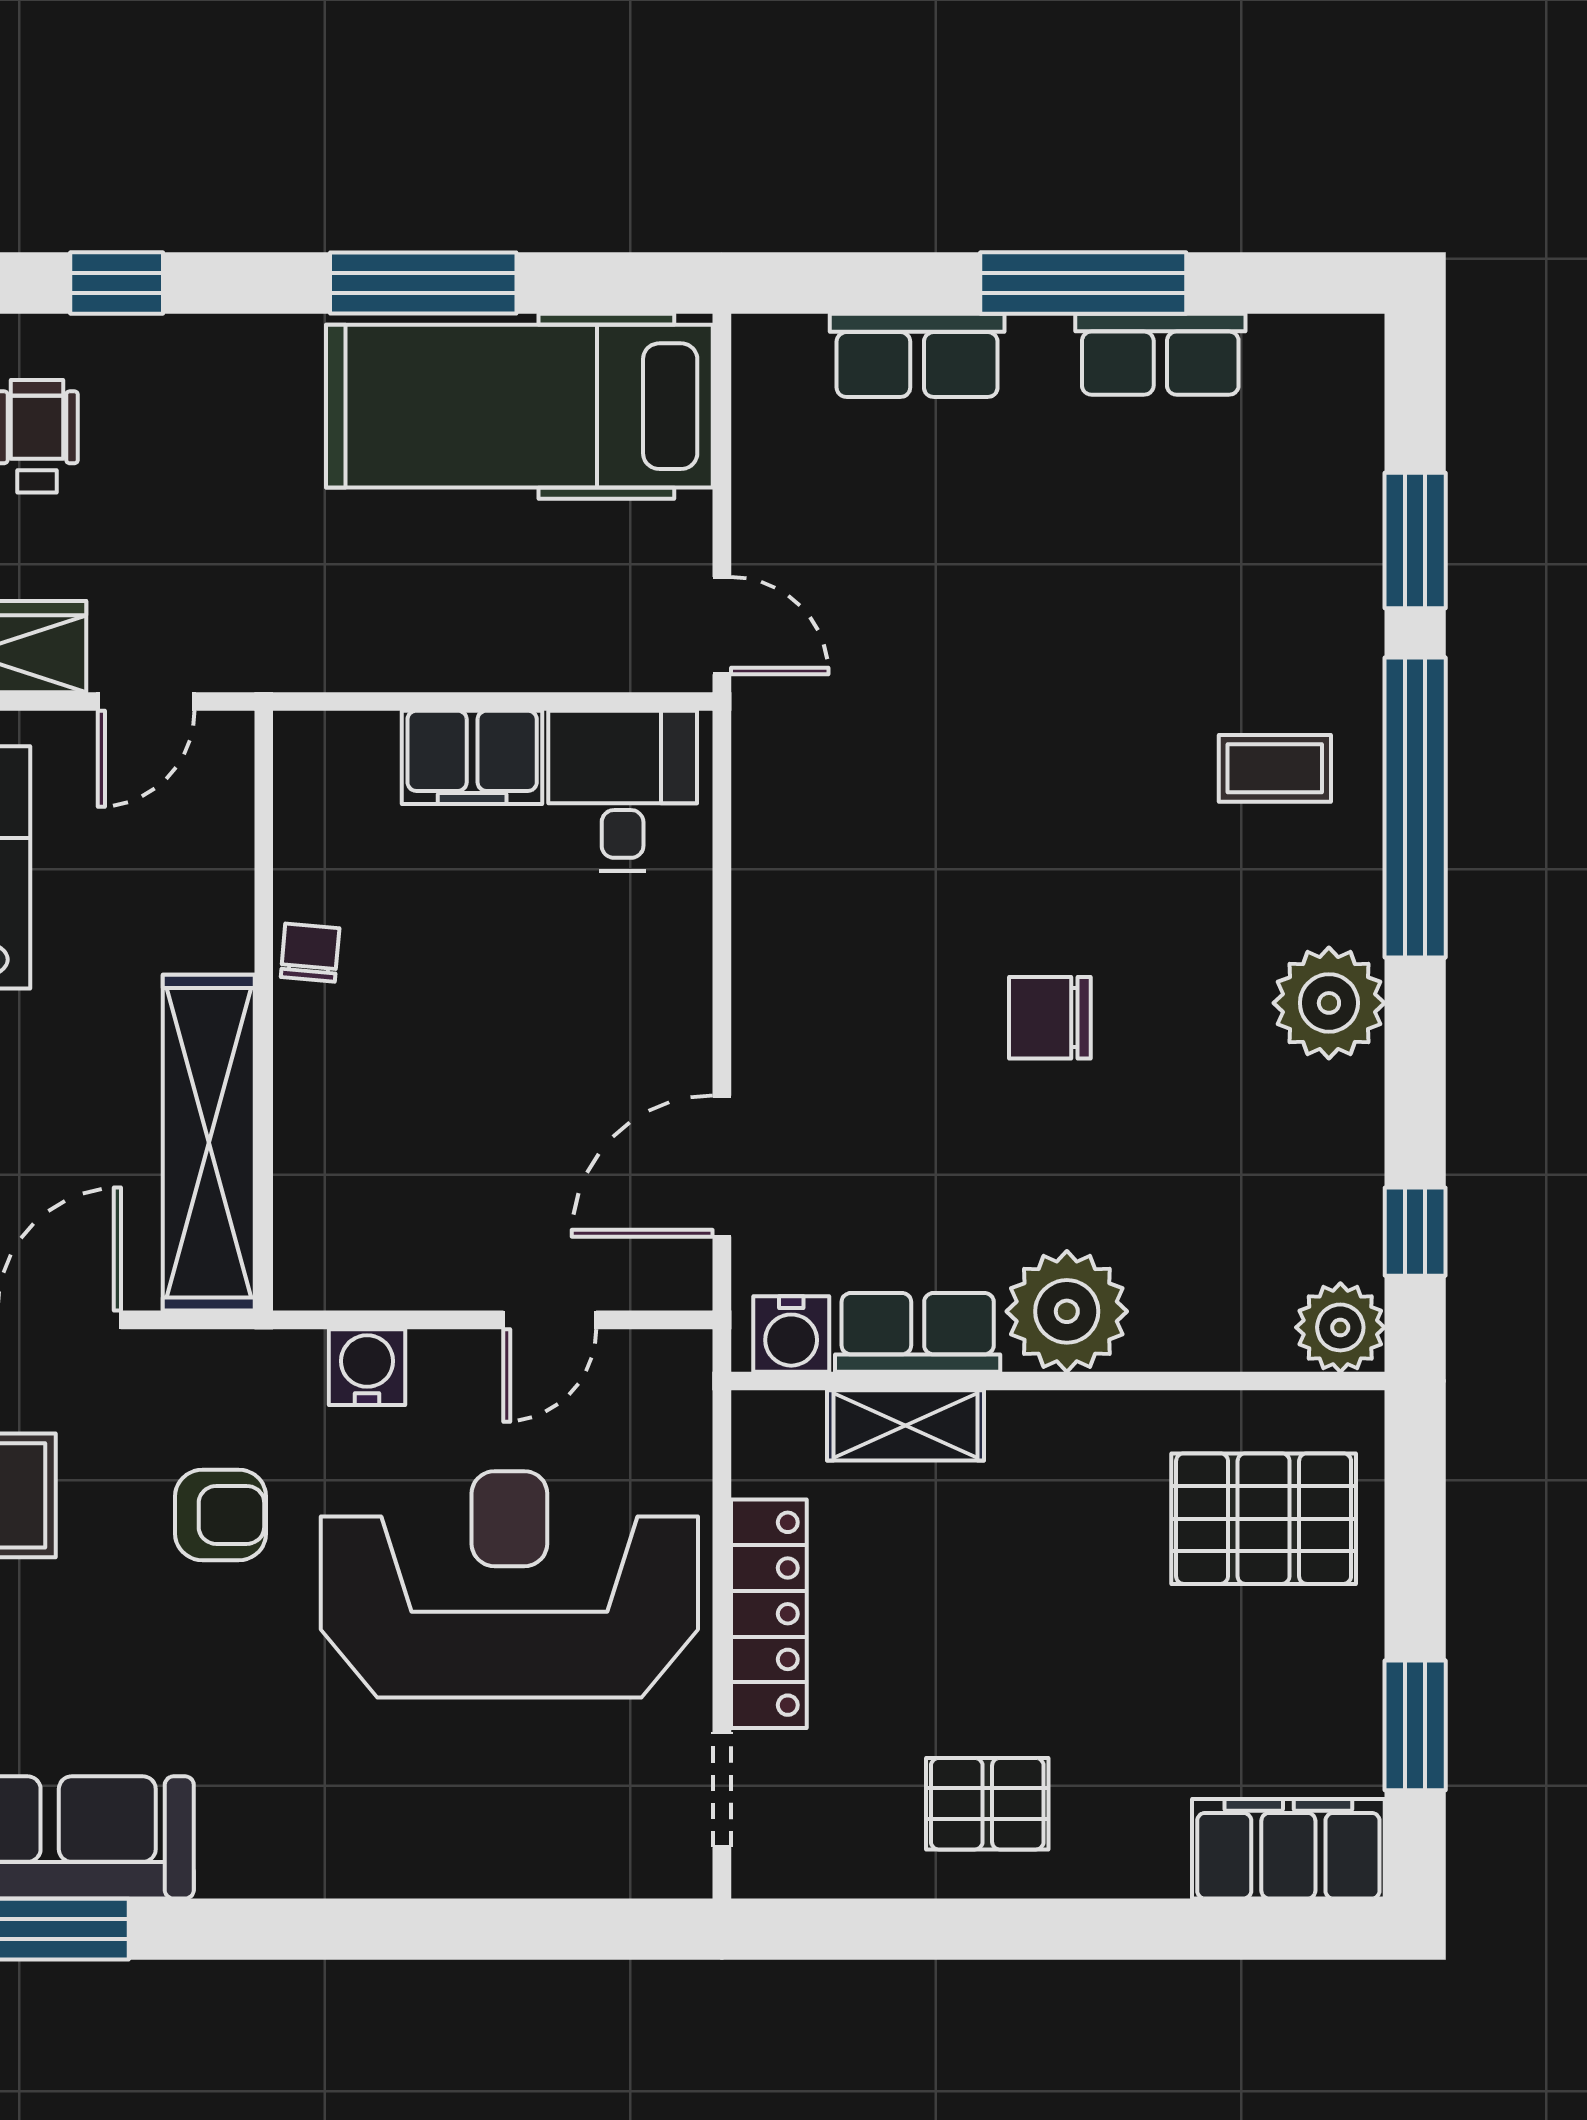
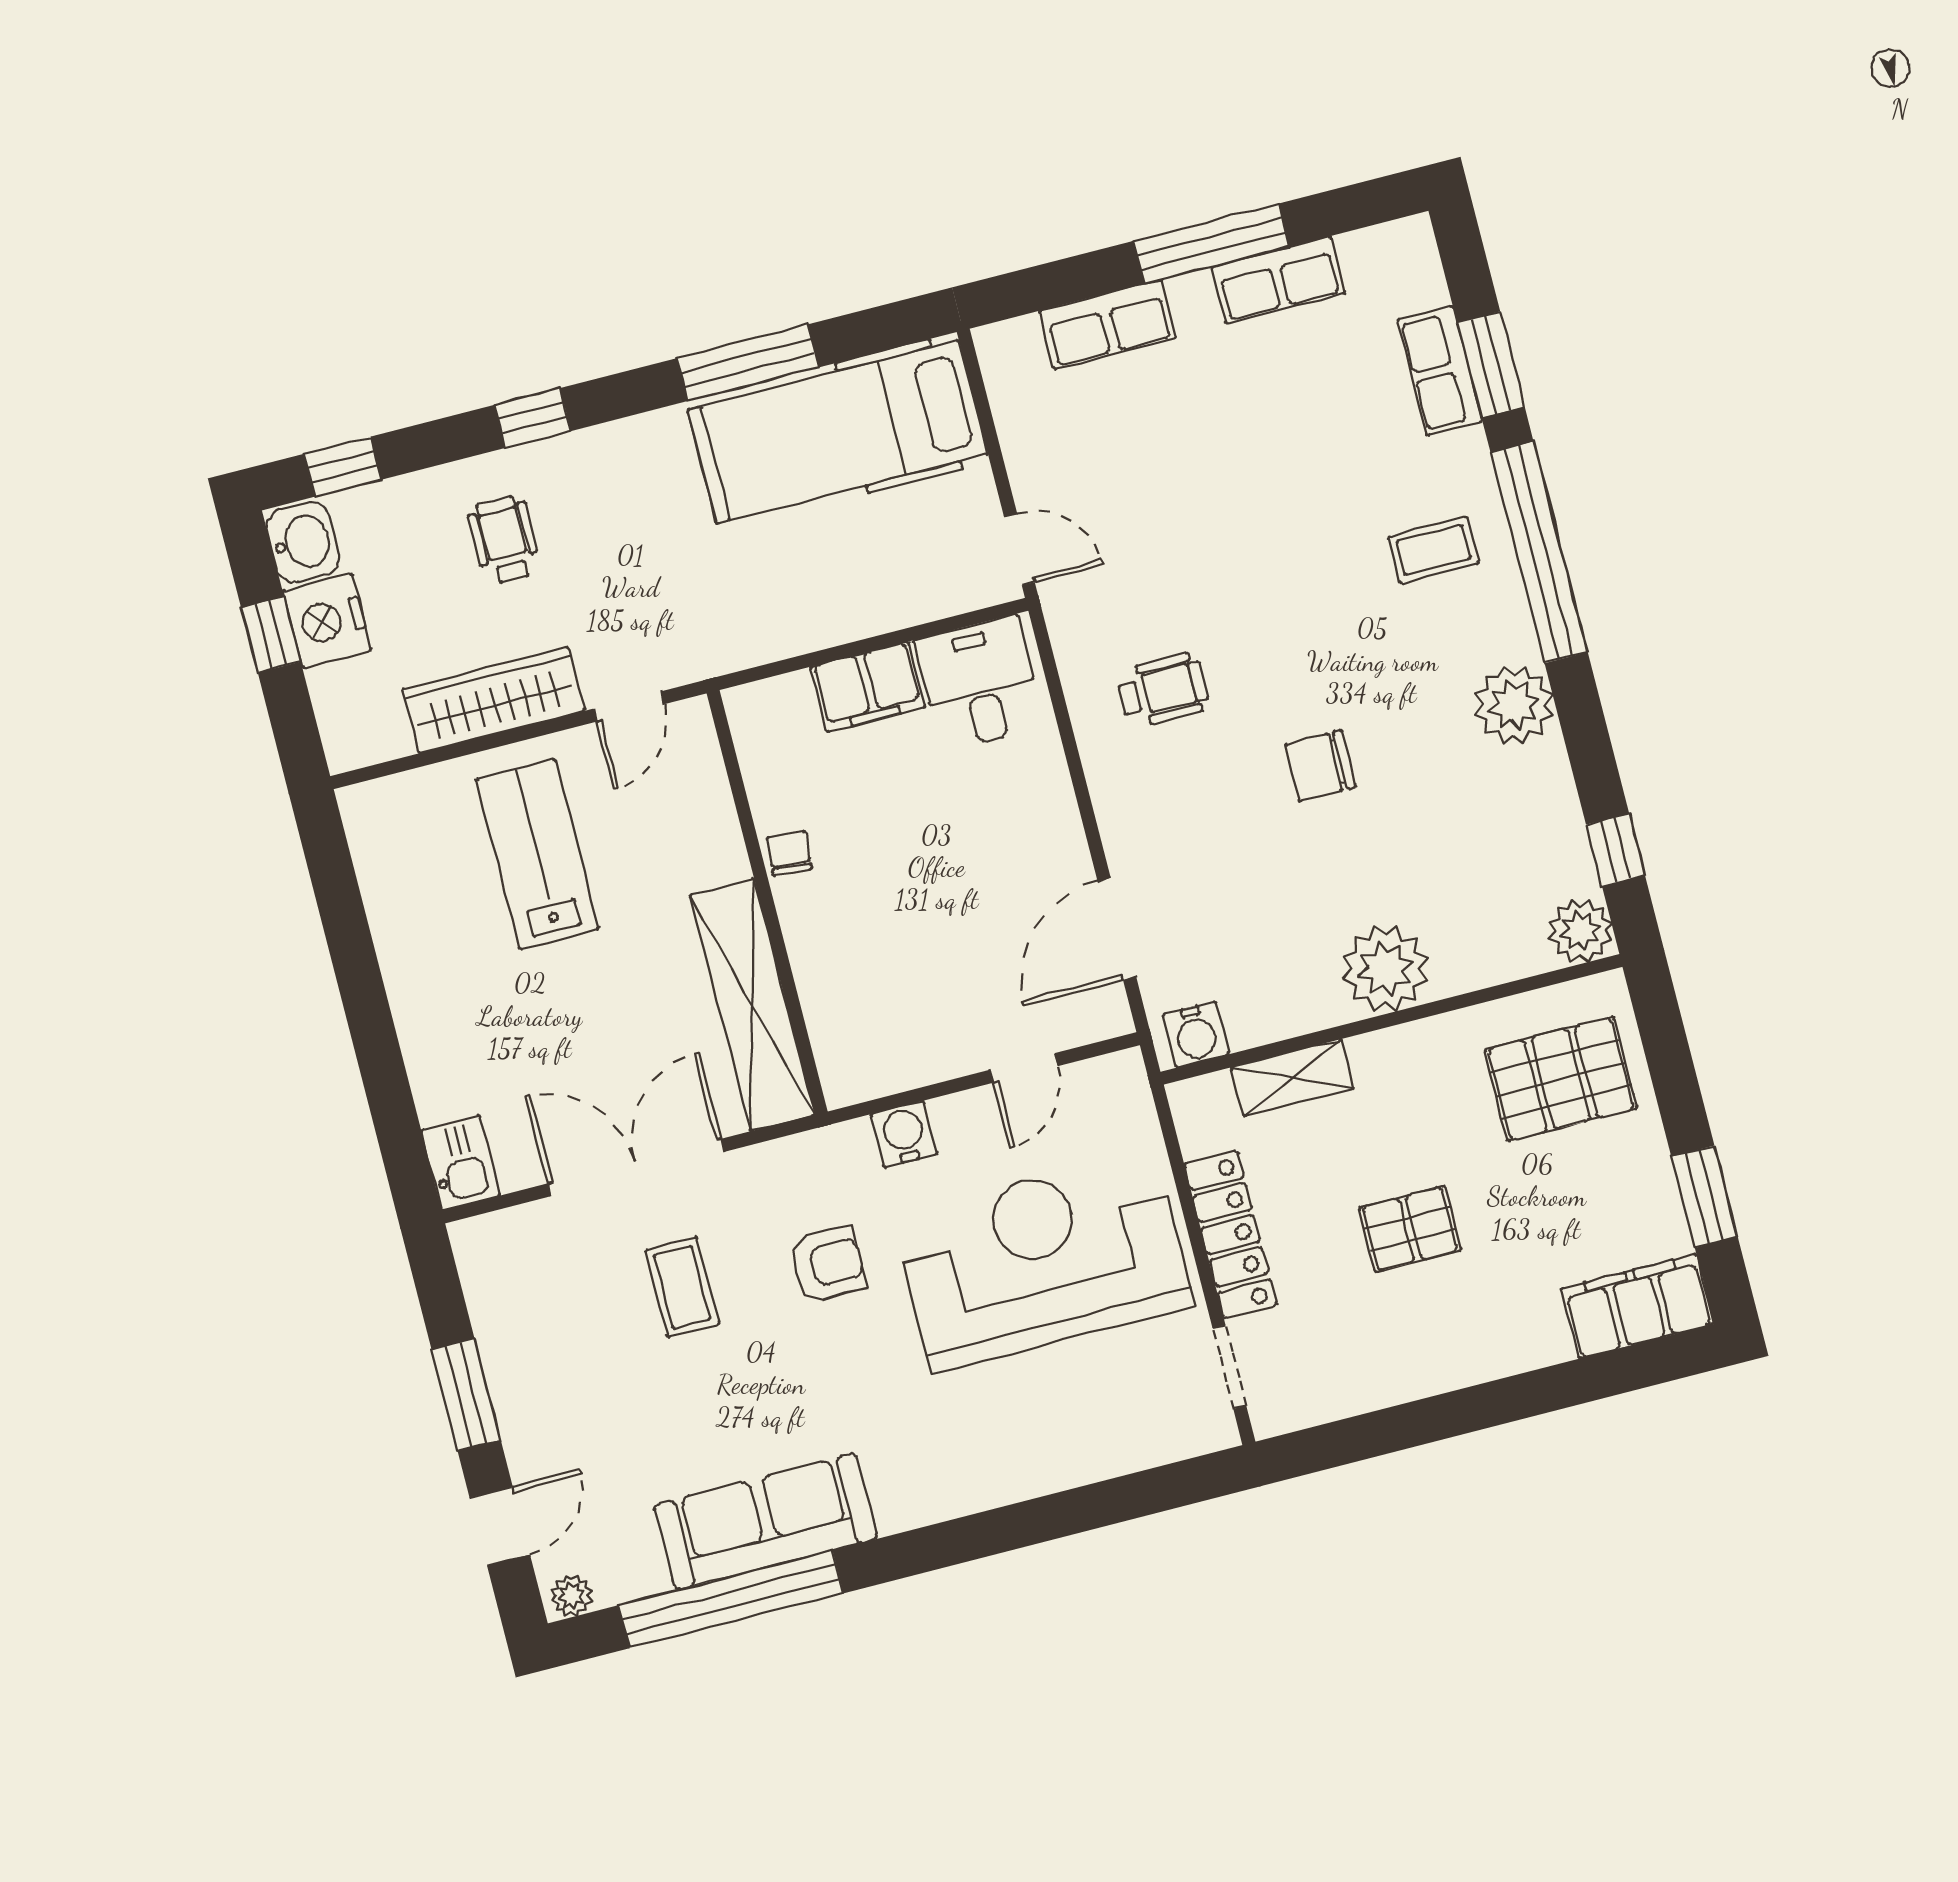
wheelchair: (865, 863) -> (1163, 690), added
row of seats: (918, 1332) -> (1440, 371), moved, turned -90
pallet: (987, 1804) -> (1410, 1229), moved

